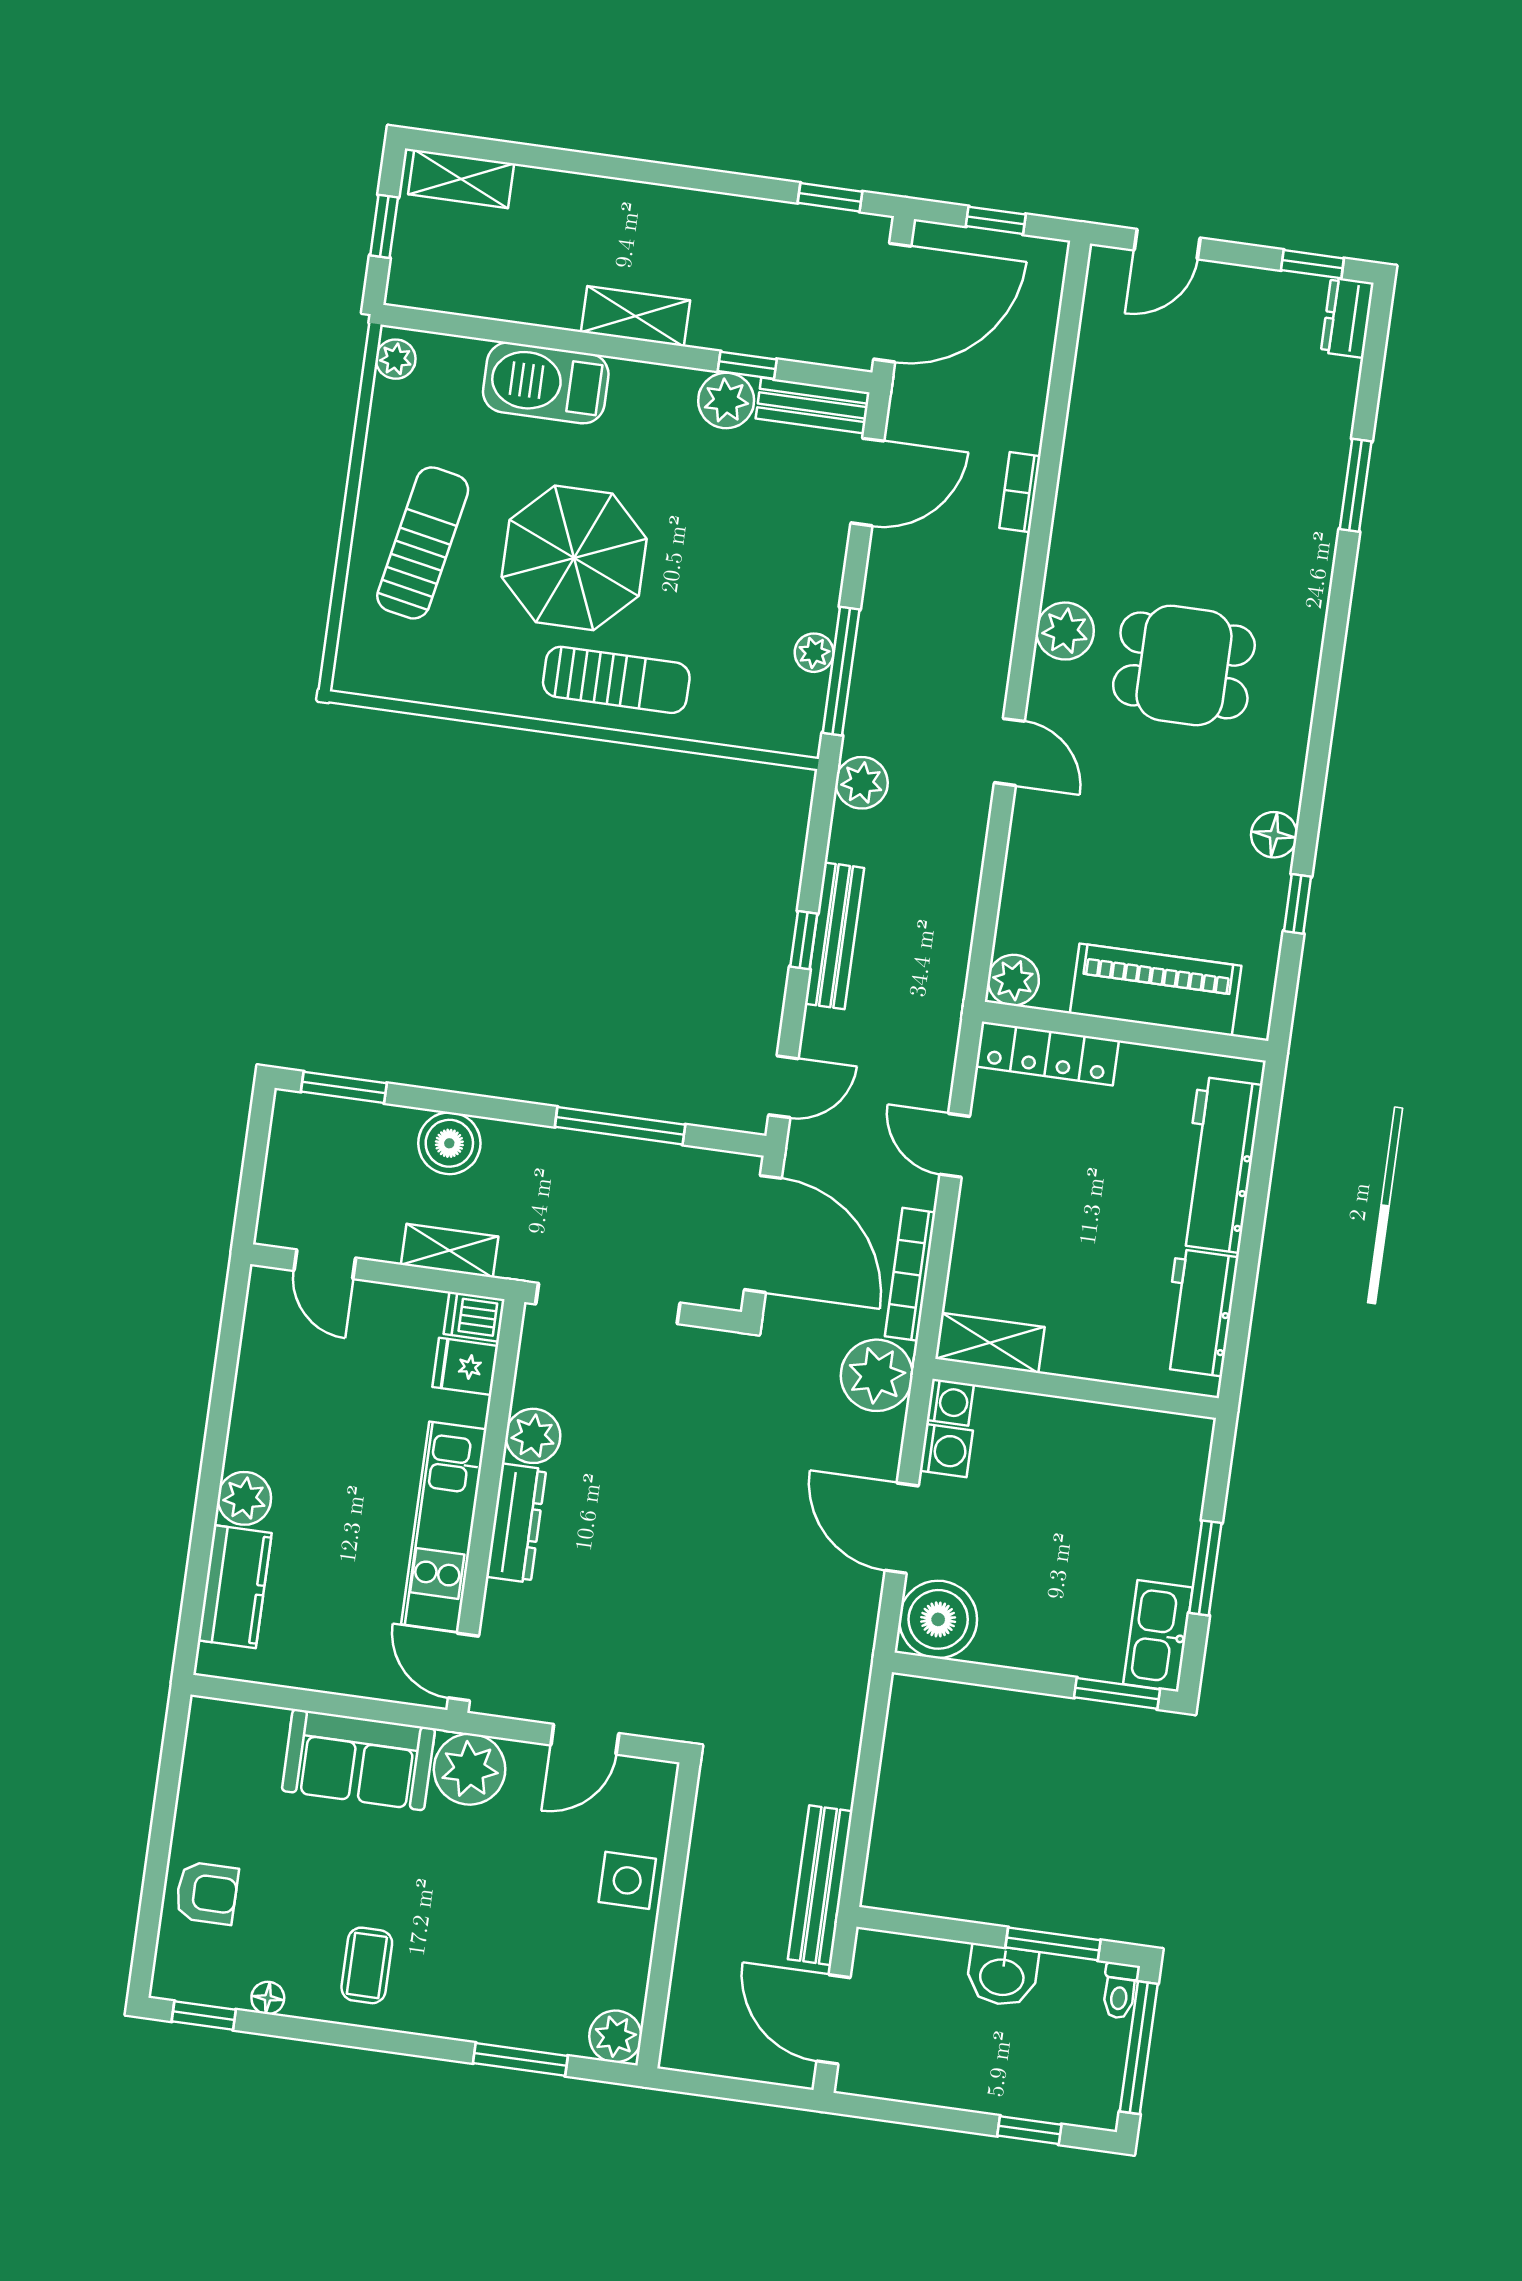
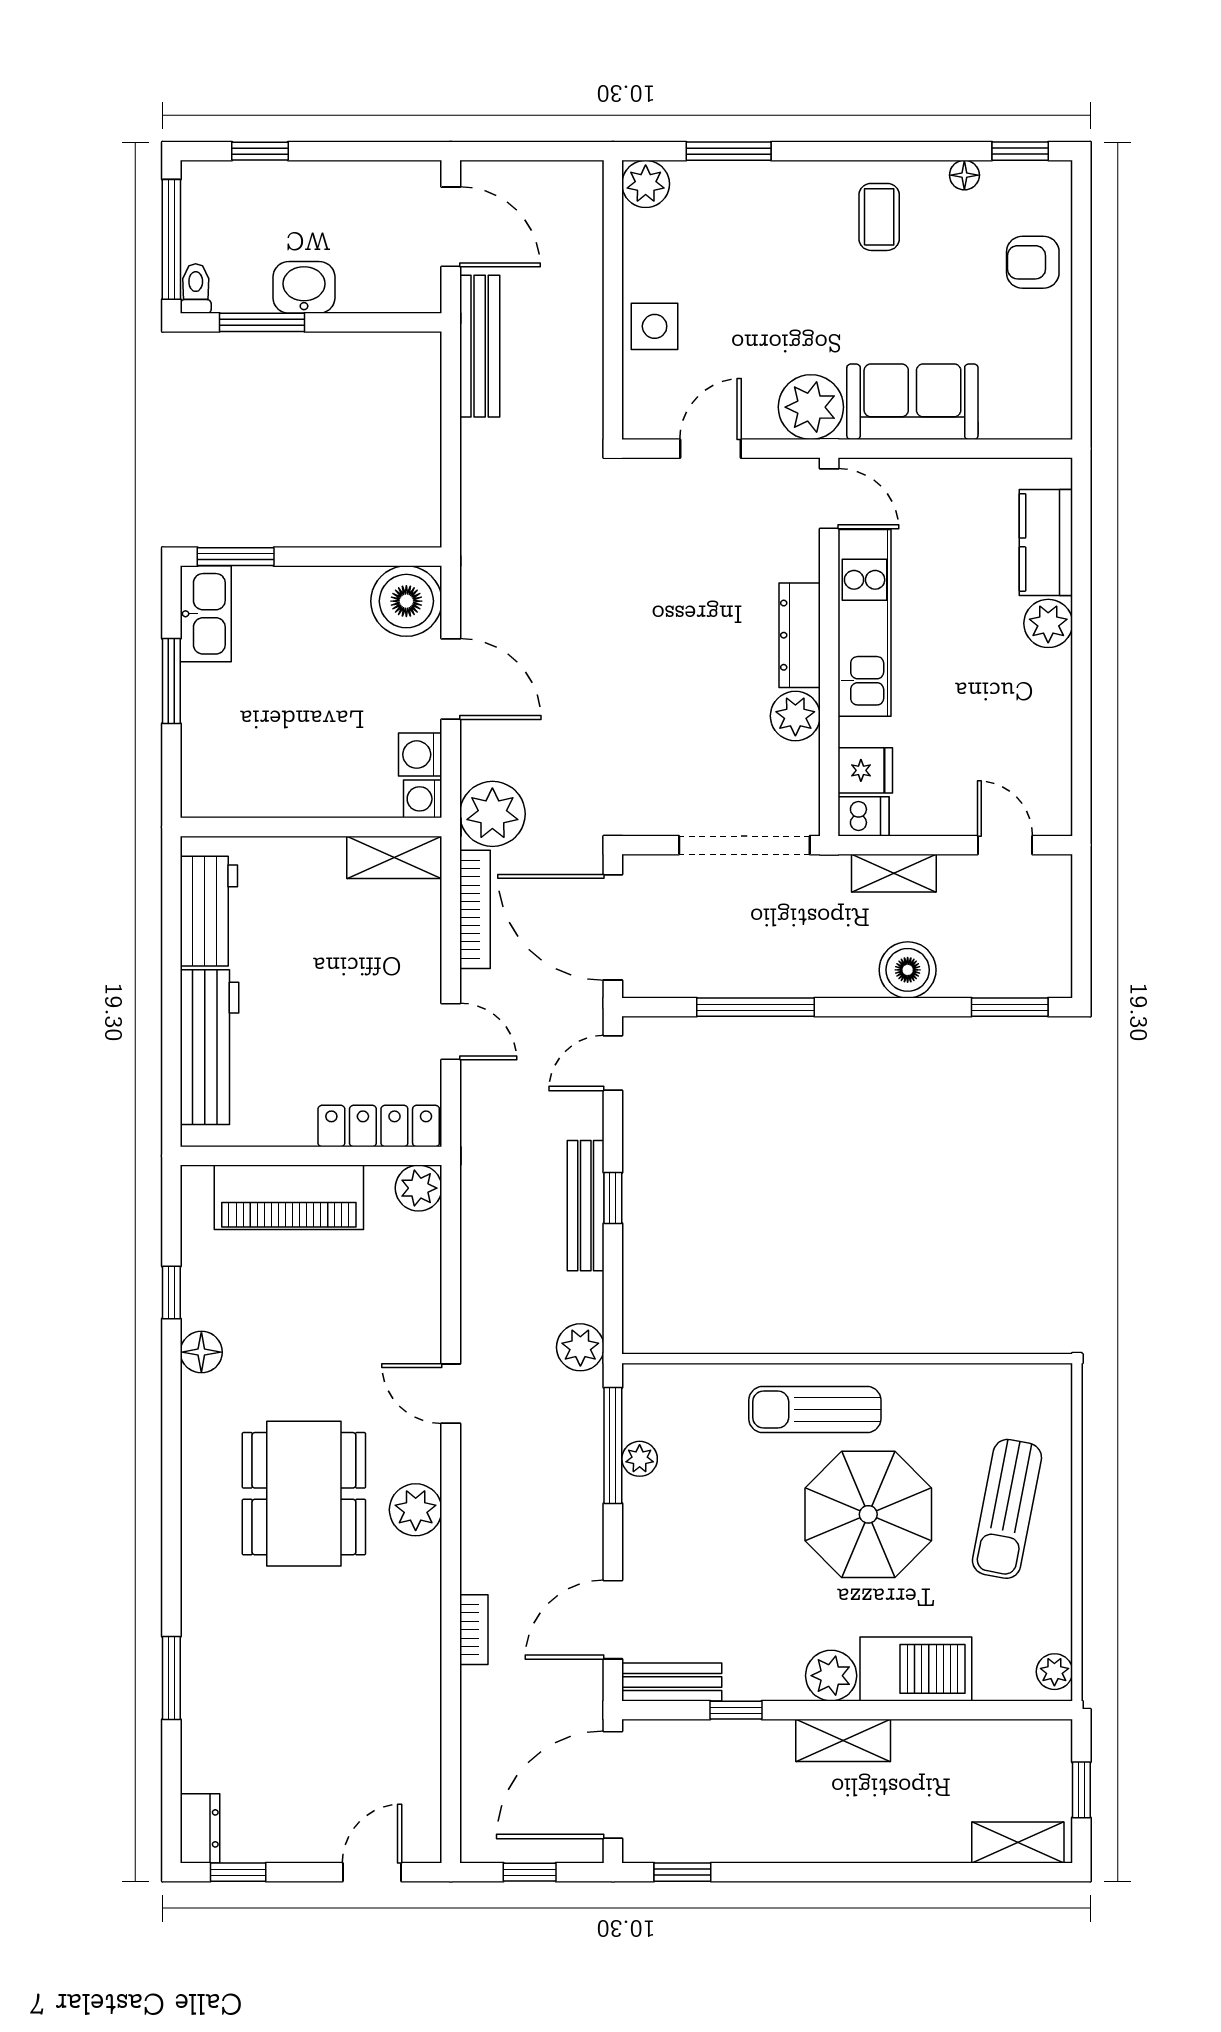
plant: (726, 401) -> (831, 1676), moved
dining table: (1184, 665) -> (304, 1494), width x1.38

